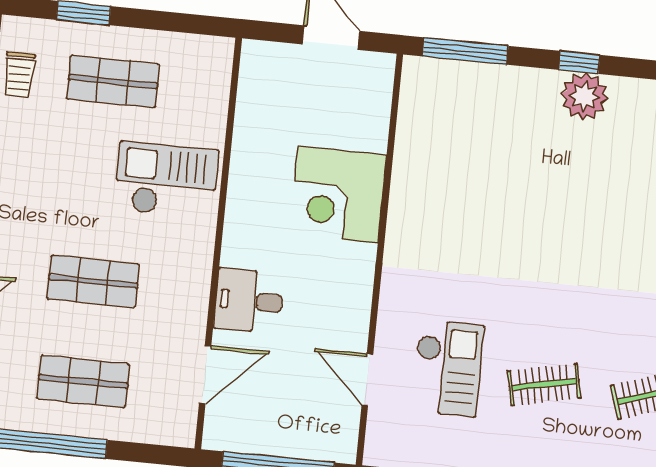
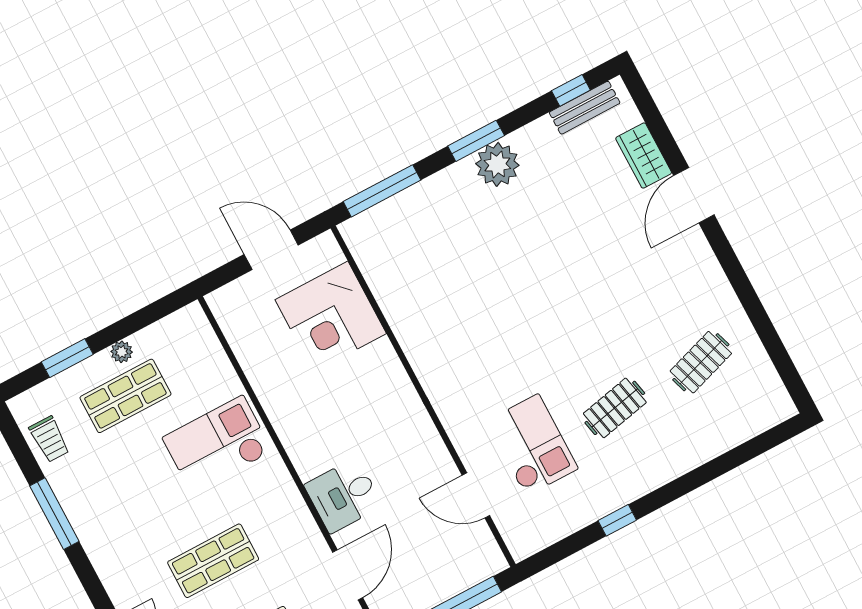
plant: (136, 40) -> (122, 352), added
window: (579, 62) -> (476, 141), width x1.50
corner desk: (338, 195) -> (331, 317), moved

